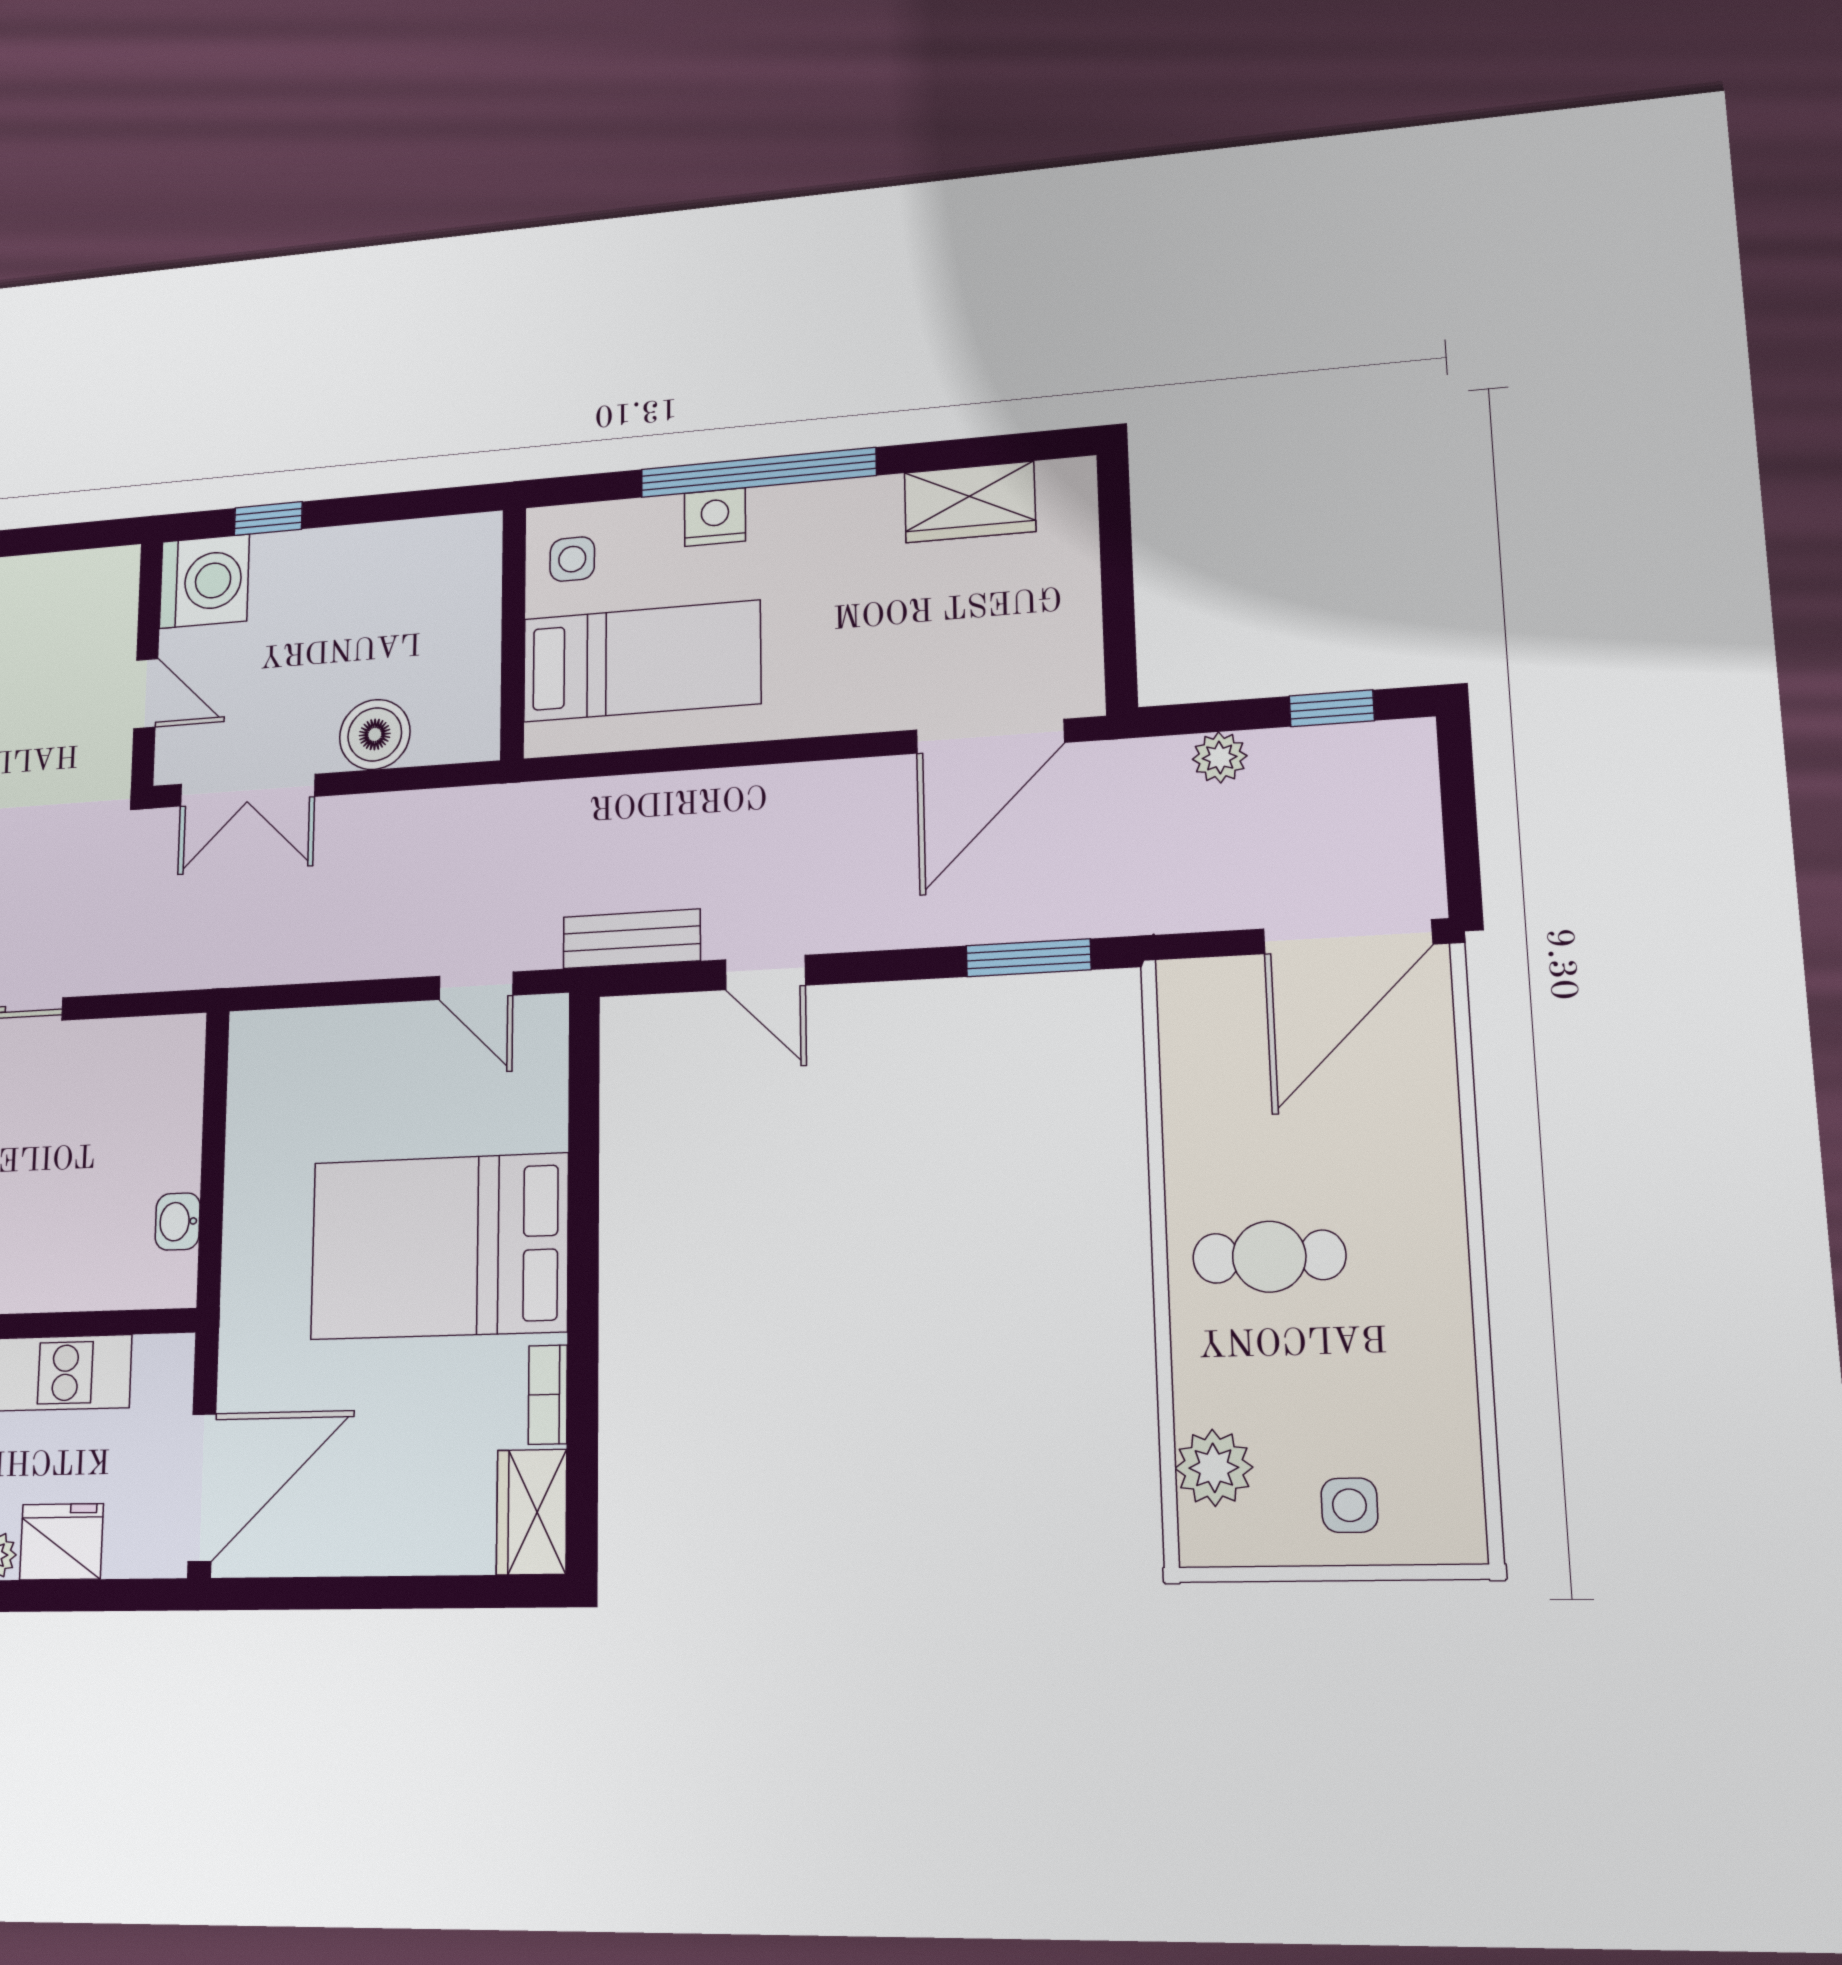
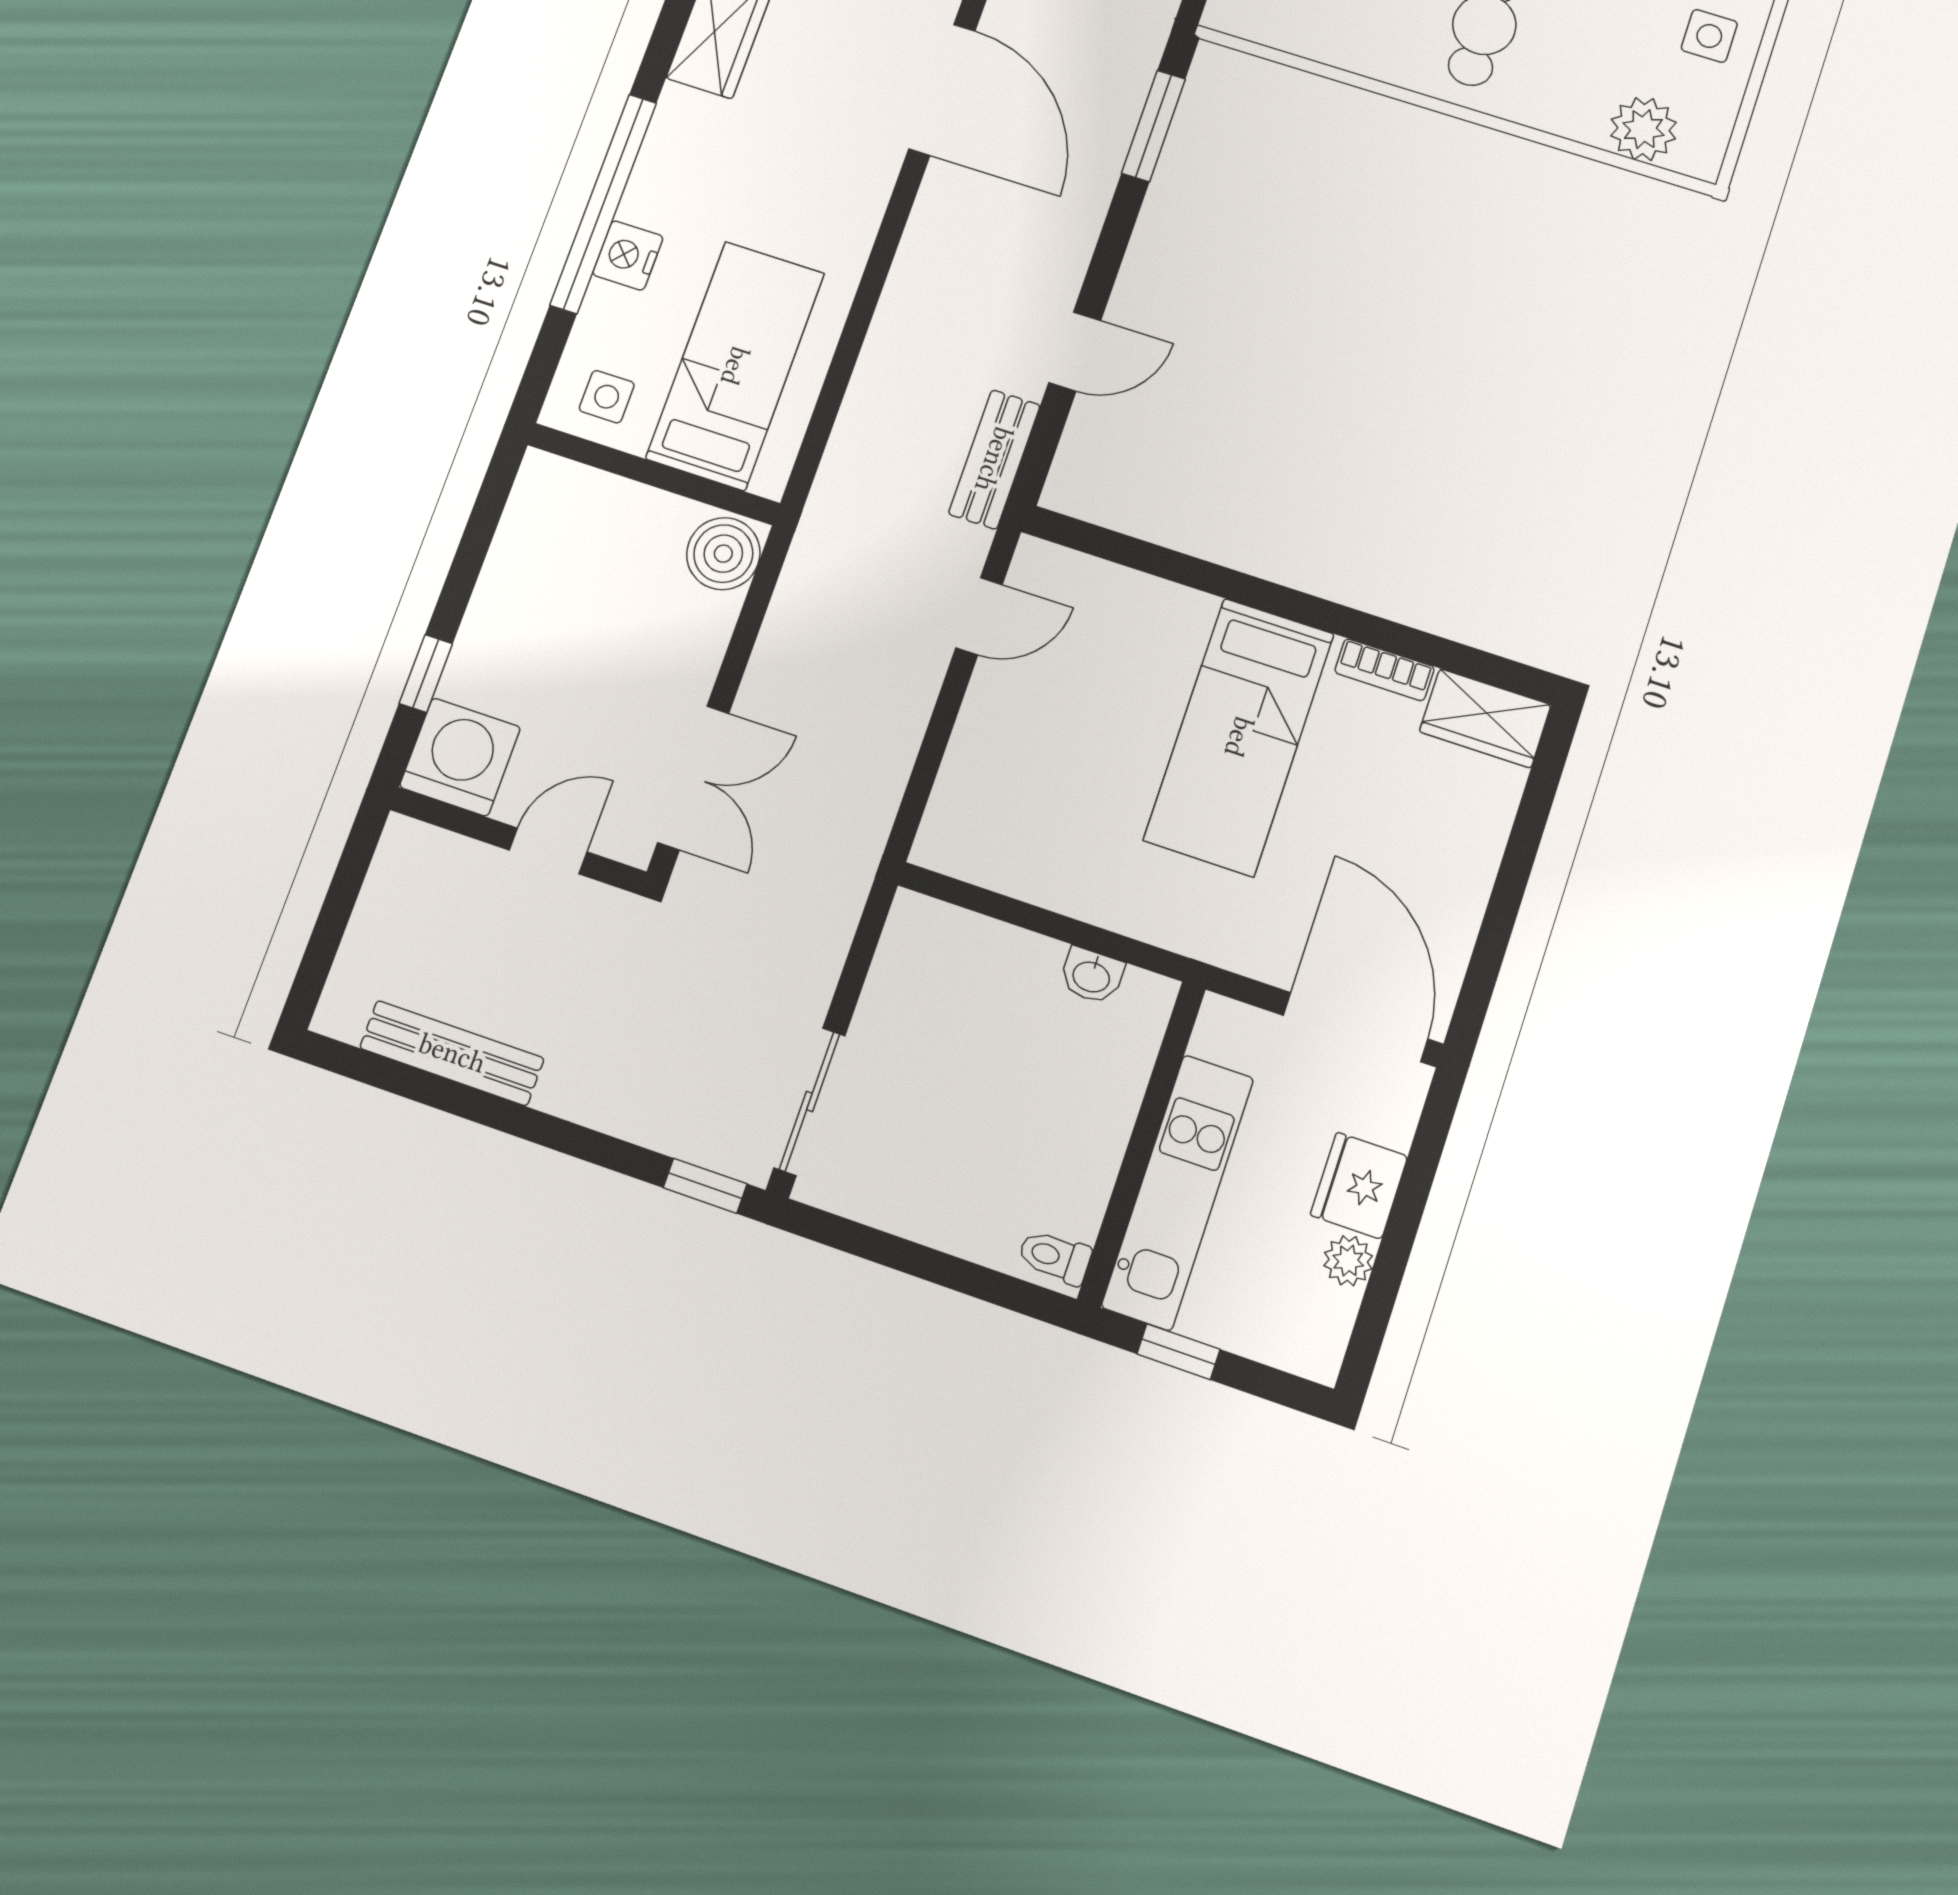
boiler: (375, 734) -> (723, 554), moved
bed: (439, 1246) -> (1239, 737), width x0.67

